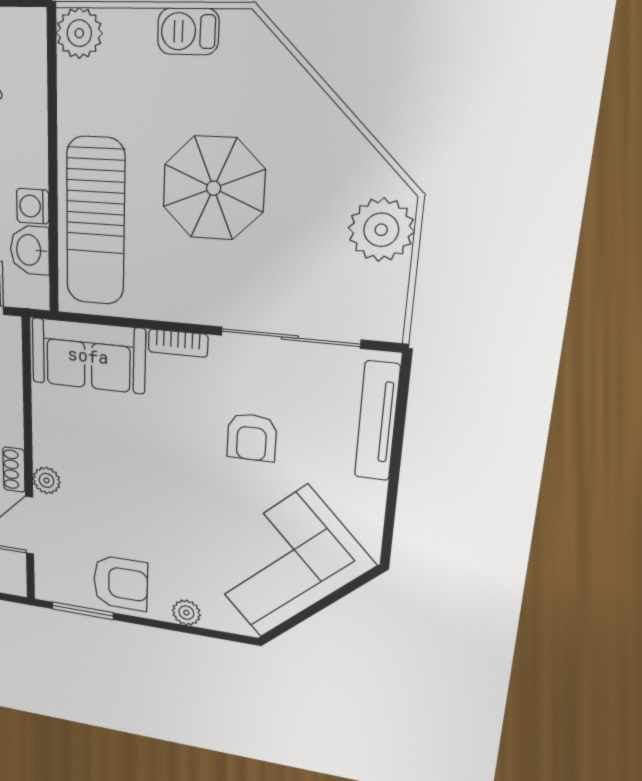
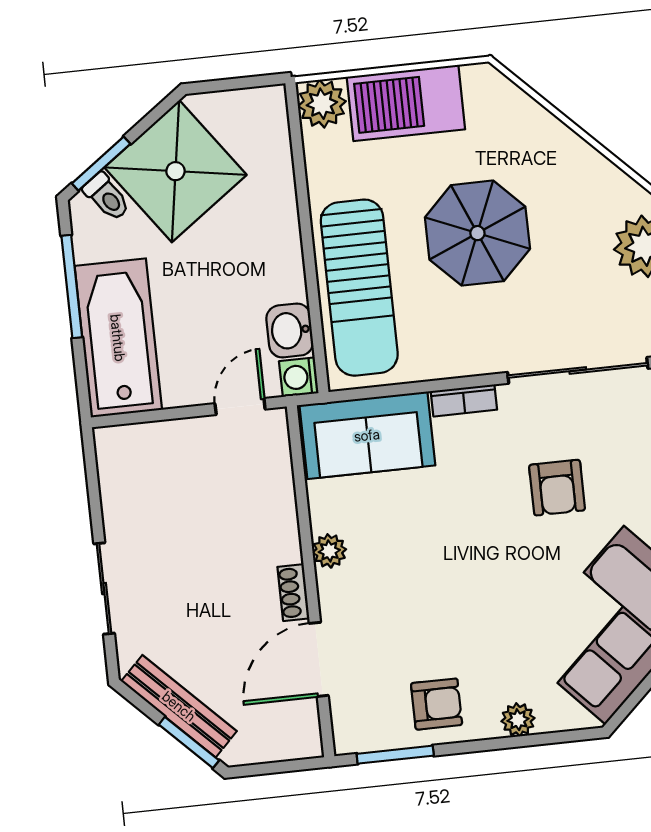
barbecue: (188, 31) -> (406, 103), width x1.88, depth x1.53
washing machine: (33, 206) -> (299, 377), moved
plant: (46, 480) -> (329, 551), moved
armchair: (120, 583) -> (437, 704), width x0.72, depth x0.72

